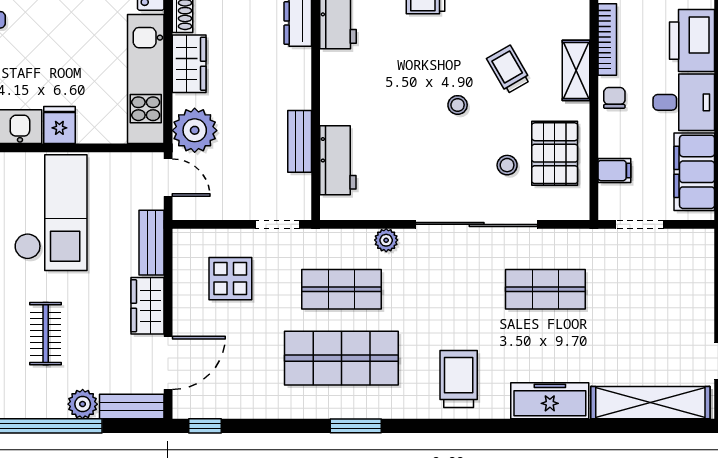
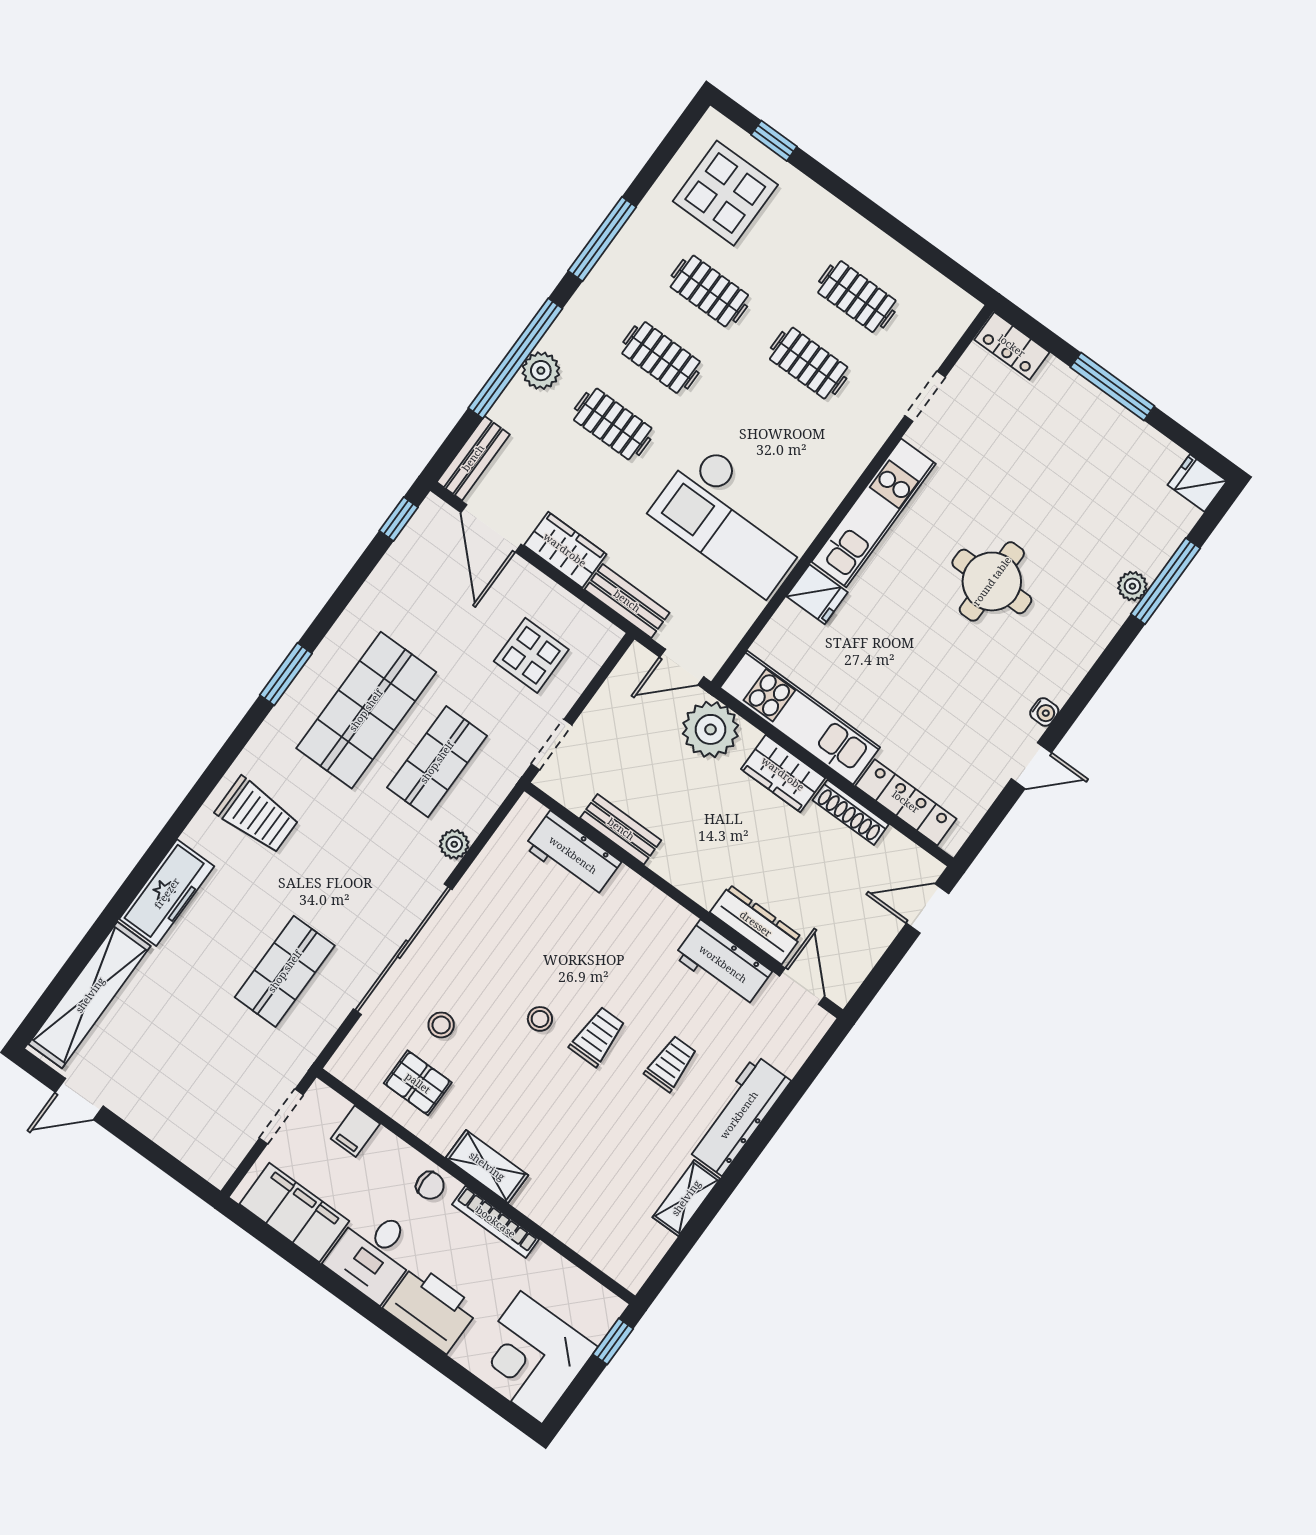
trolley: (509, 69) -> (597, 1036), moved, turned -60
pallet: (555, 153) -> (418, 1083), width x0.67, depth x0.71
plant: (83, 404) -> (541, 371), moved

